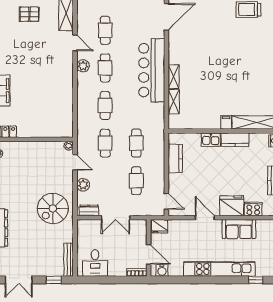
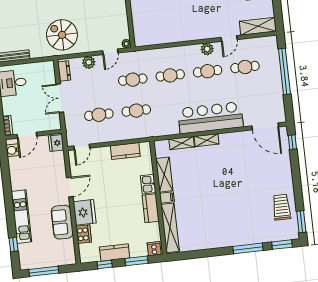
shelving: (203, 122) -> (164, 175), added
kitchen unit: (219, 269) -> (21, 217), width x0.73

